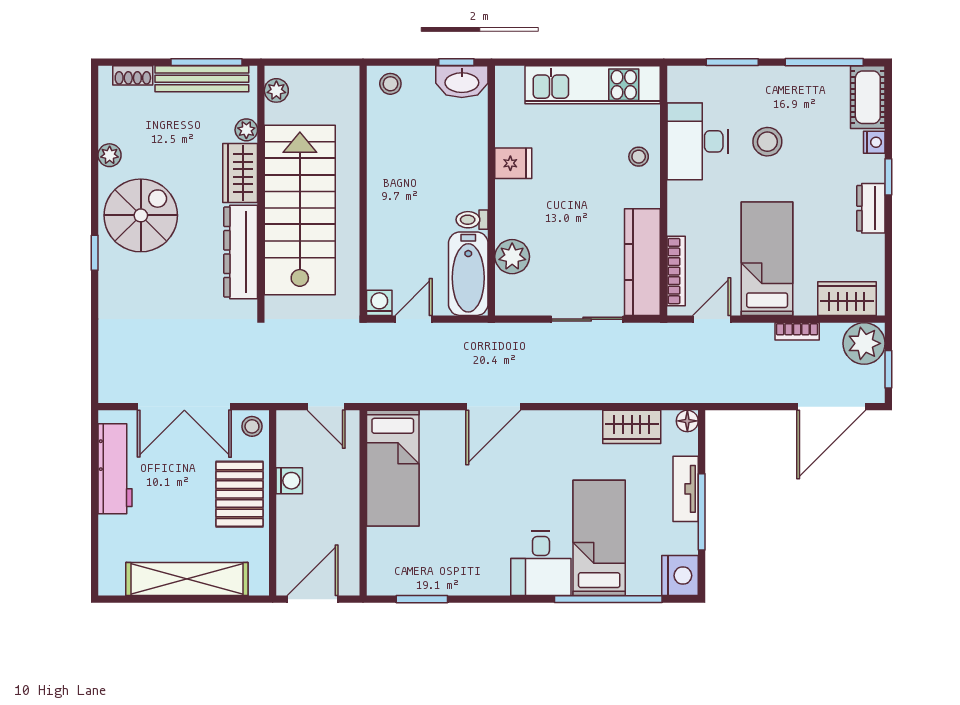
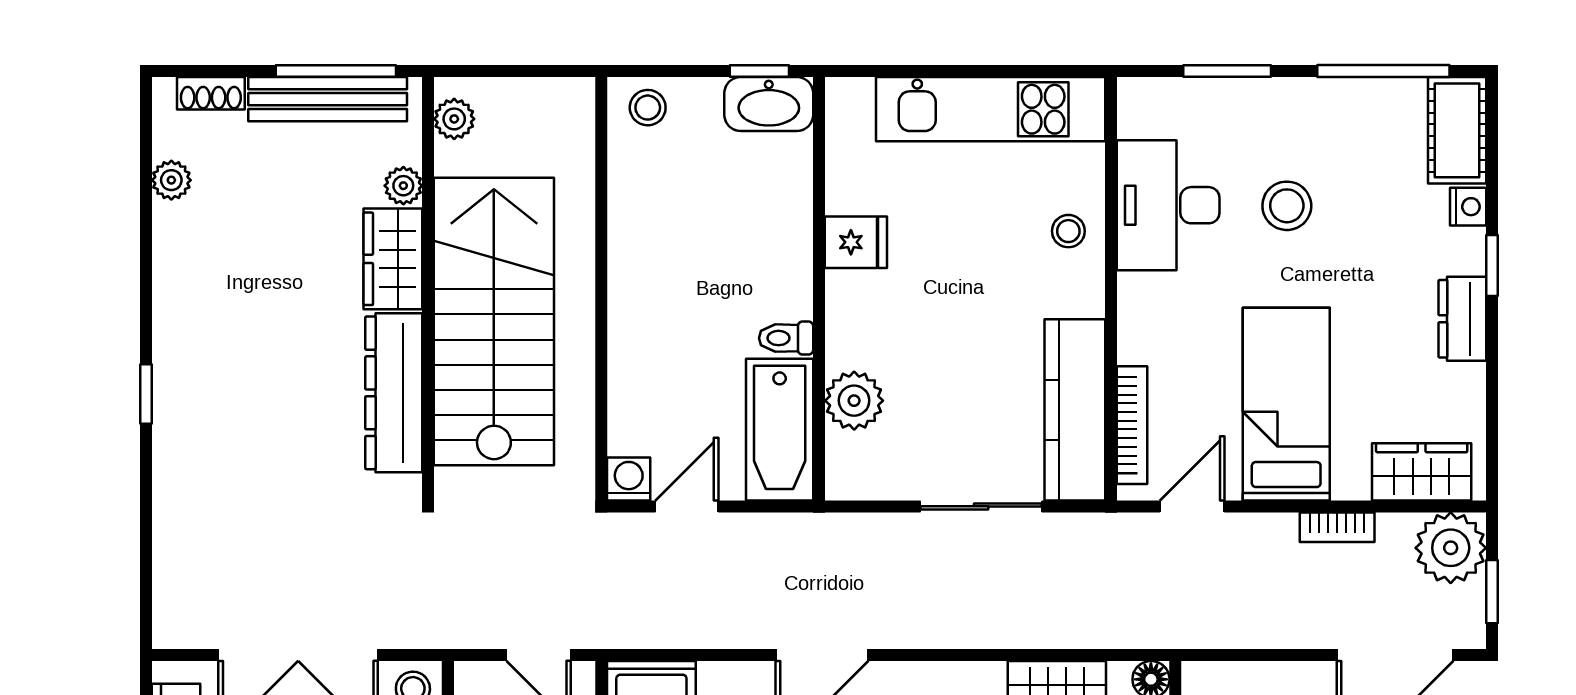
plant: (110, 155) -> (171, 180), moved
spiral stairs: (141, 215) -> (224, 331), removed

